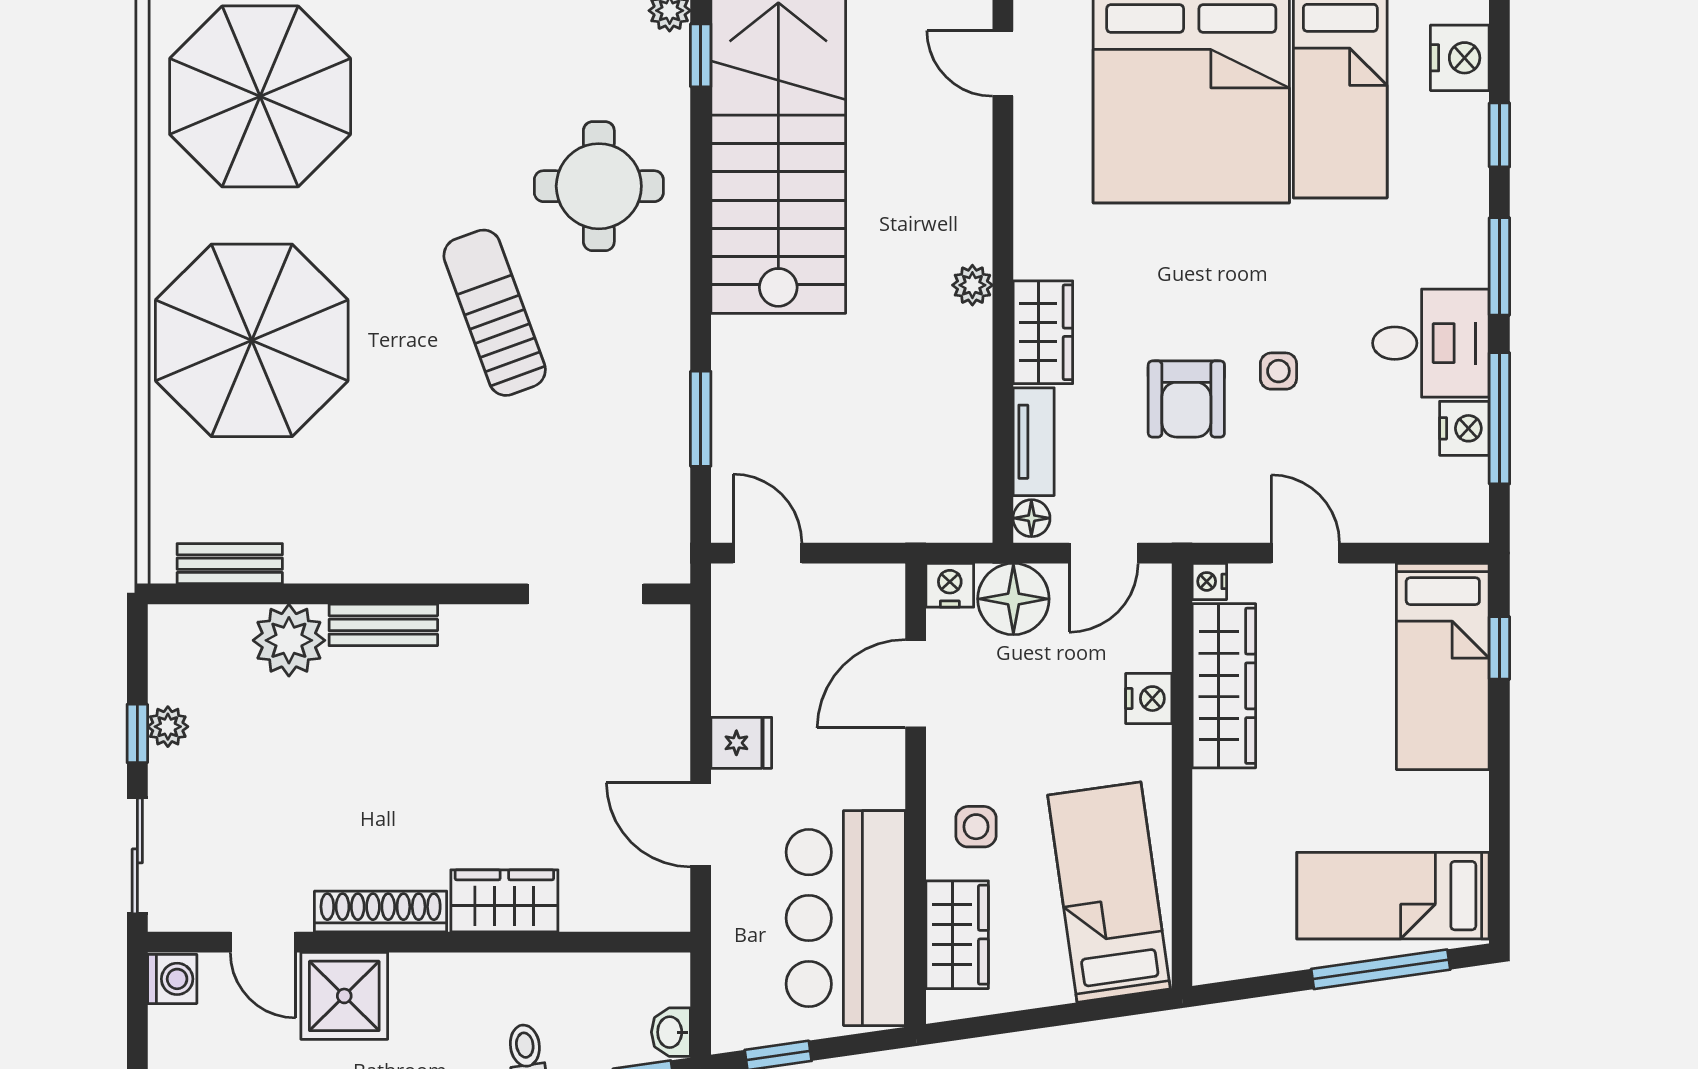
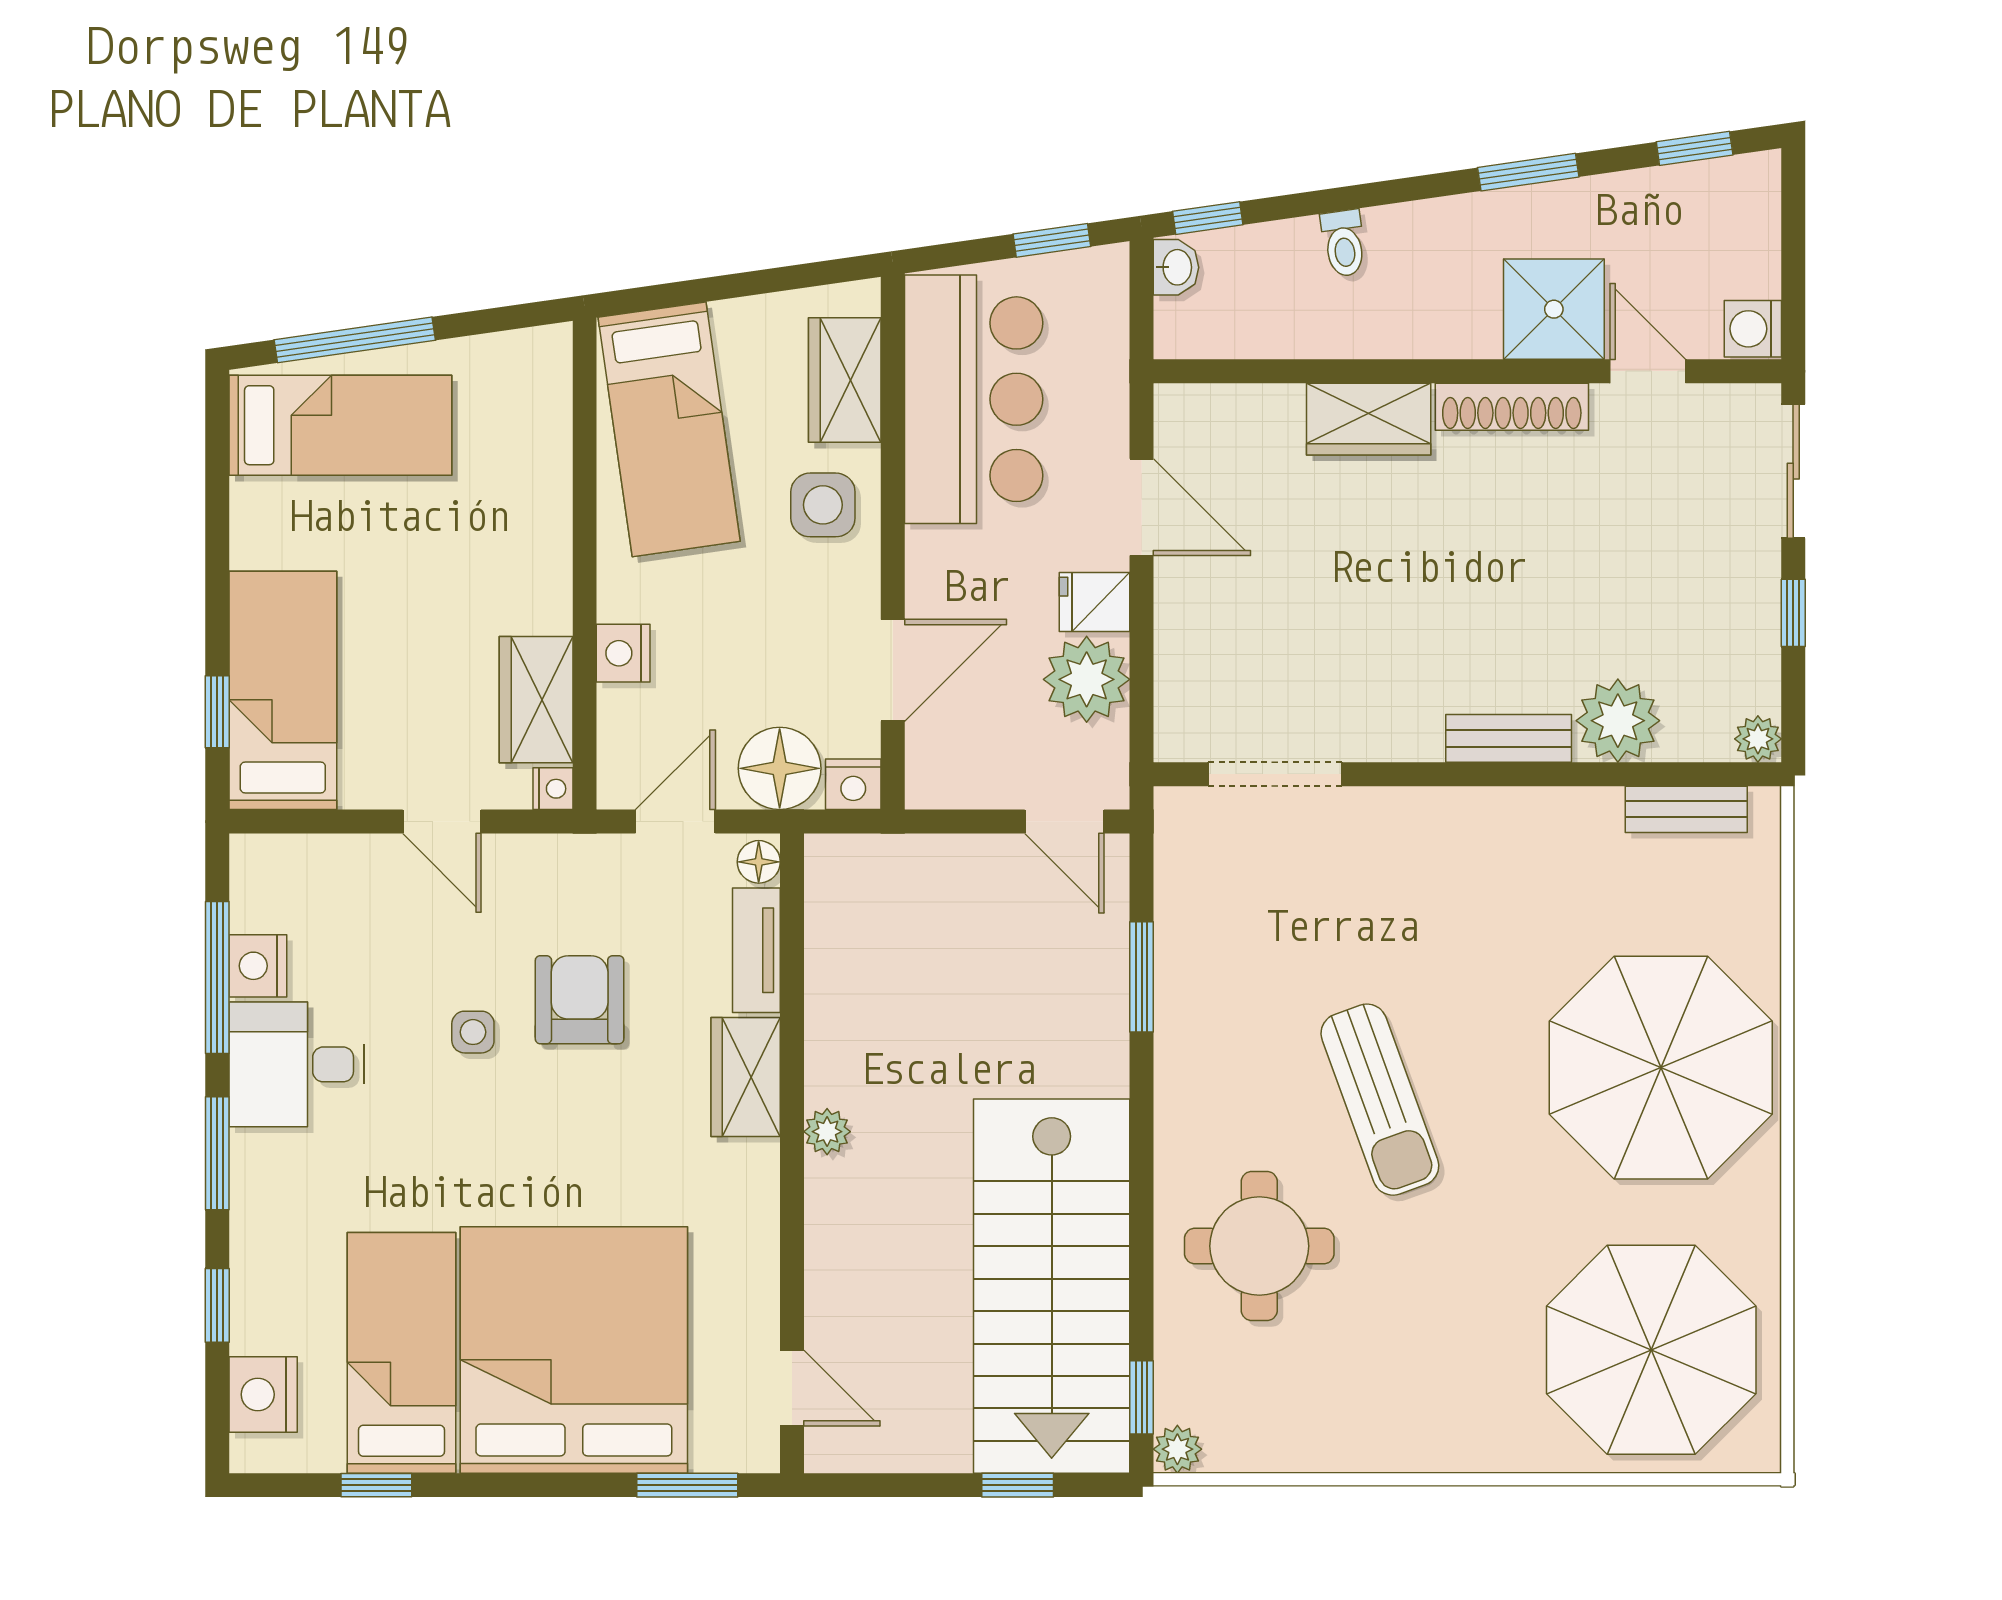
plant: (748, 676) -> (1087, 679), added
wardrobe: (1224, 686) -> (536, 700), width x0.67
plant: (168, 727) -> (1758, 739), moved
side table: (976, 827) -> (823, 505), width x1.37, depth x1.37

